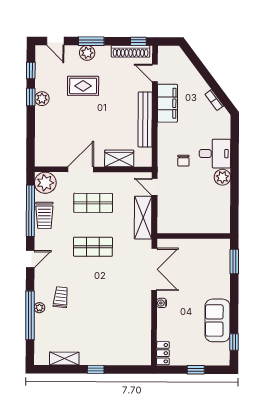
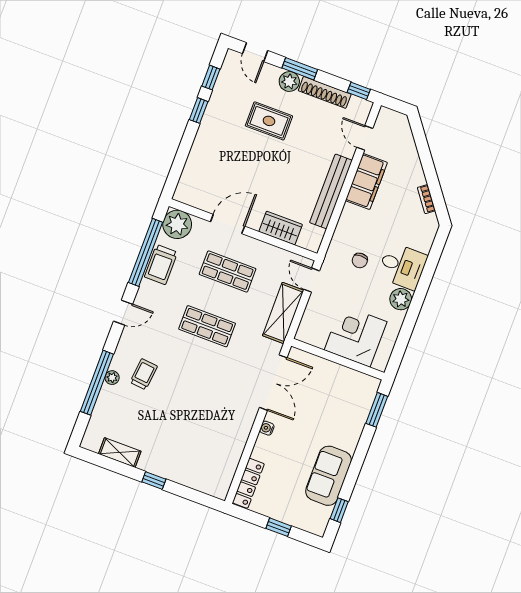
shoe rack: (131, 51) -> (325, 92), moved
plant: (42, 99) -> (212, 118), removed
corner desk: (200, 215) -> (356, 336), added
locker: (163, 353) -> (248, 483), width x1.53

